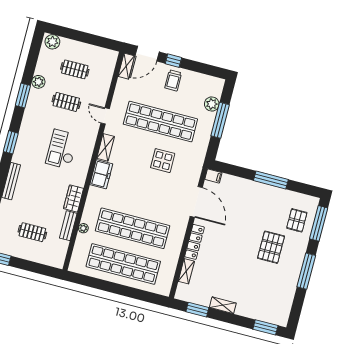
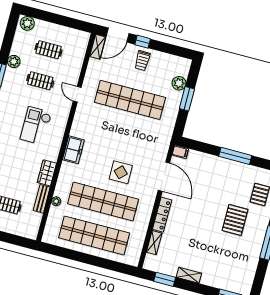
window: (220, 120) -> (187, 99), width x0.69
shelving: (106, 147) -> (78, 124), removed
display table: (163, 161) -> (121, 172), moved

